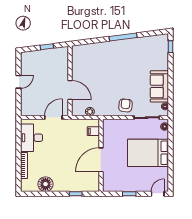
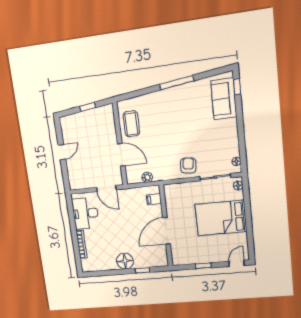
coffee table: (82, 65) -> (131, 124), added
sofa: (159, 86) -> (224, 99), moved
door: (53, 118) -> (106, 188), swing flipped
floor lamp: (45, 184) -> (125, 261), moved

